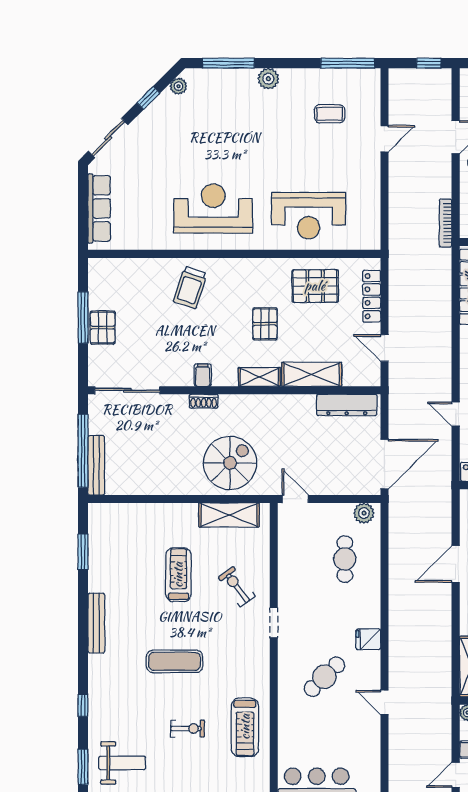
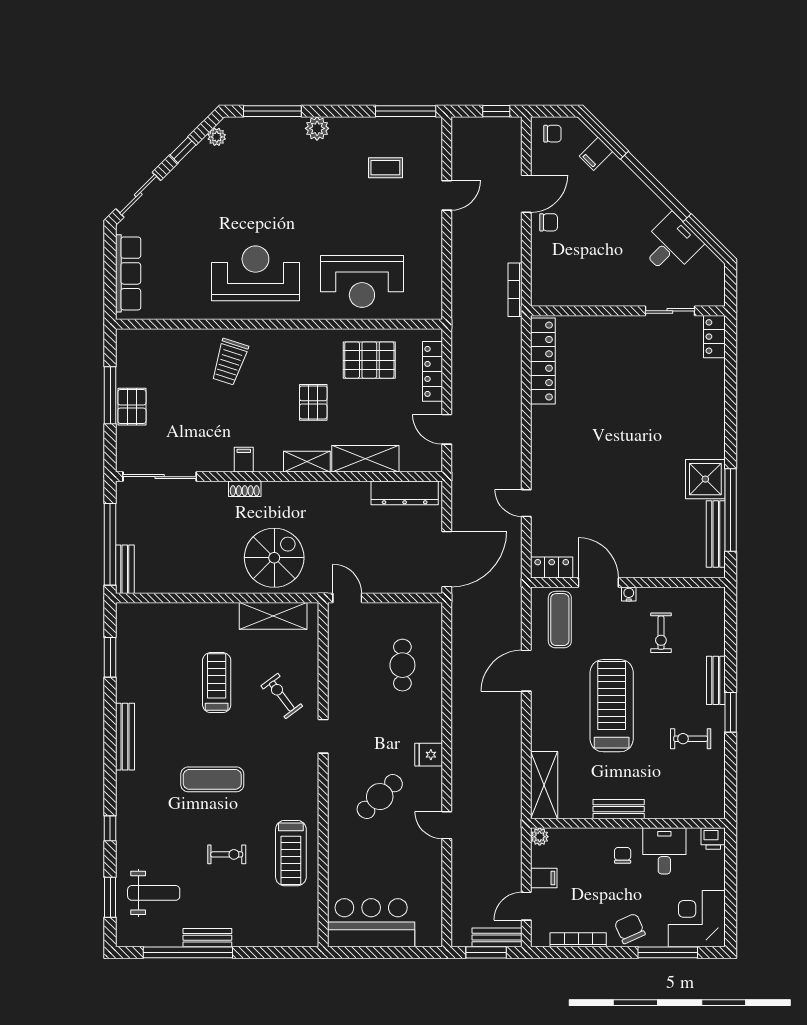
bench: (96, 465) -> (125, 569), width x0.73
plant: (364, 513) -> (424, 614), removed

